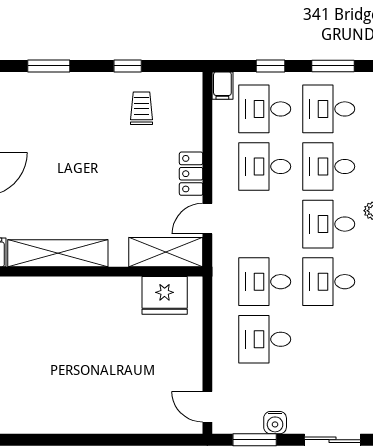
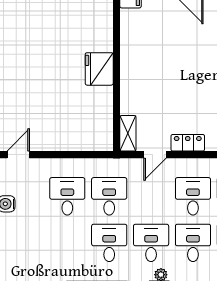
door: (207, 219) -> (155, 155), swing flipped
shelving: (166, 252) -> (128, 133), width x0.67, depth x0.75
shelving: (58, 253) -> (130, 46), removed
fridge: (165, 295) -> (99, 69), moved

